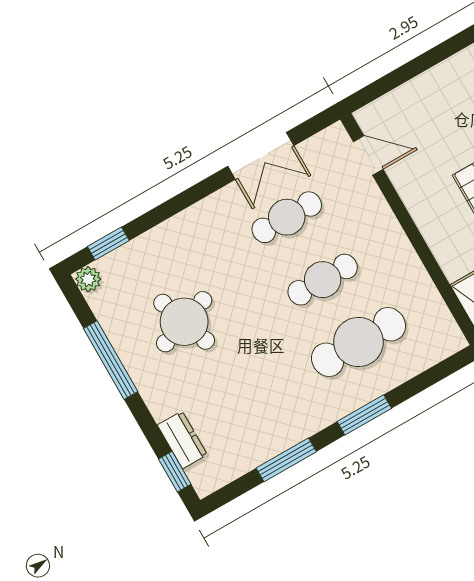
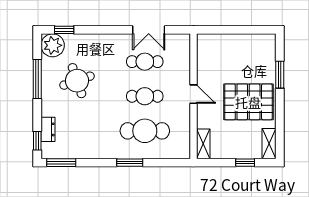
door: (368, 155) -> (194, 94), moved
plant: (88, 279) -> (53, 45), width x1.88, depth x1.88
window: (286, 460) -> (61, 163), moved

